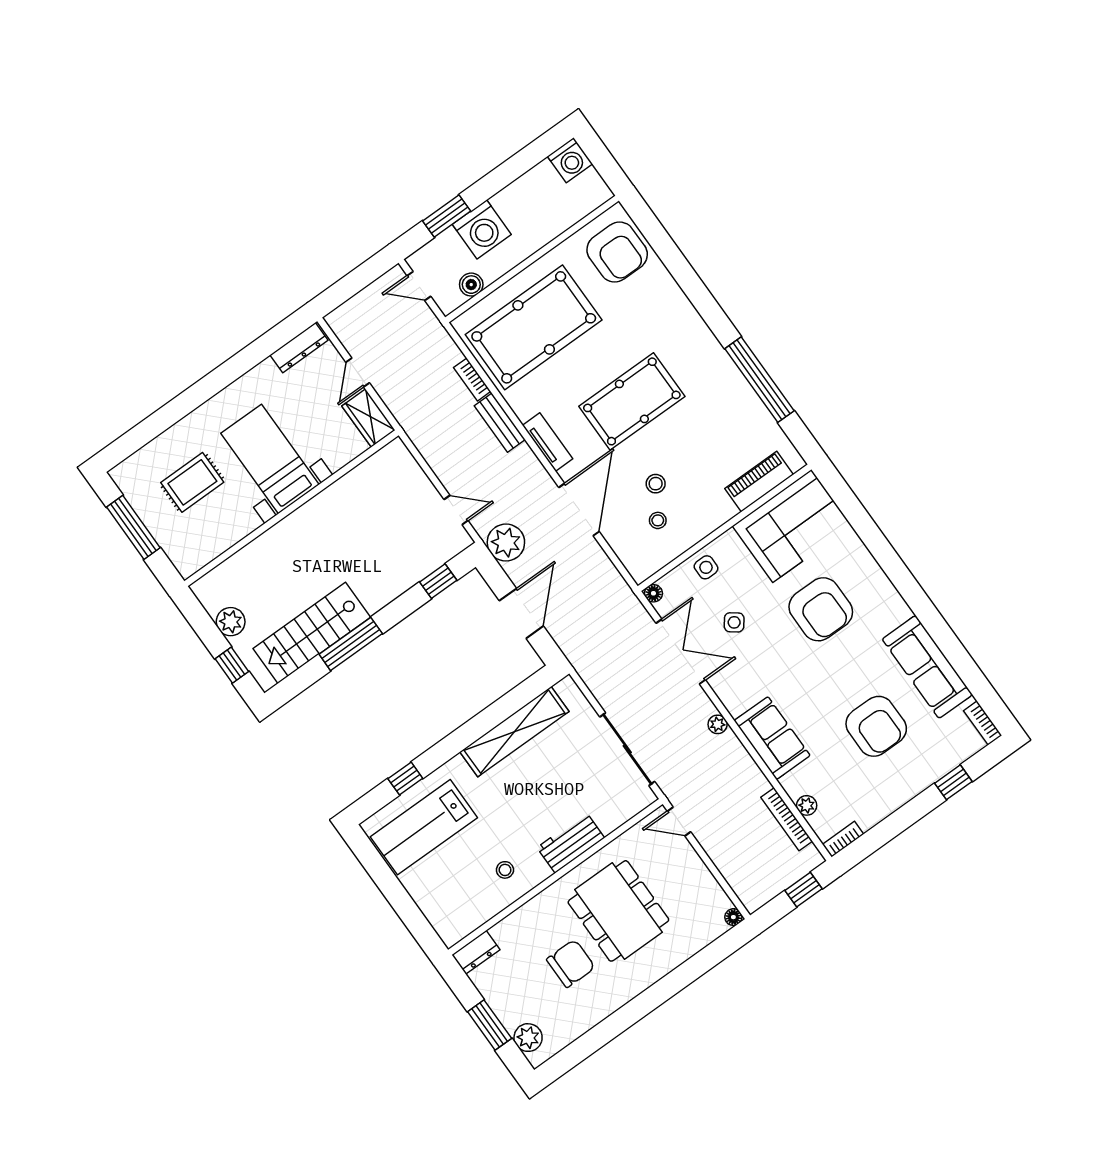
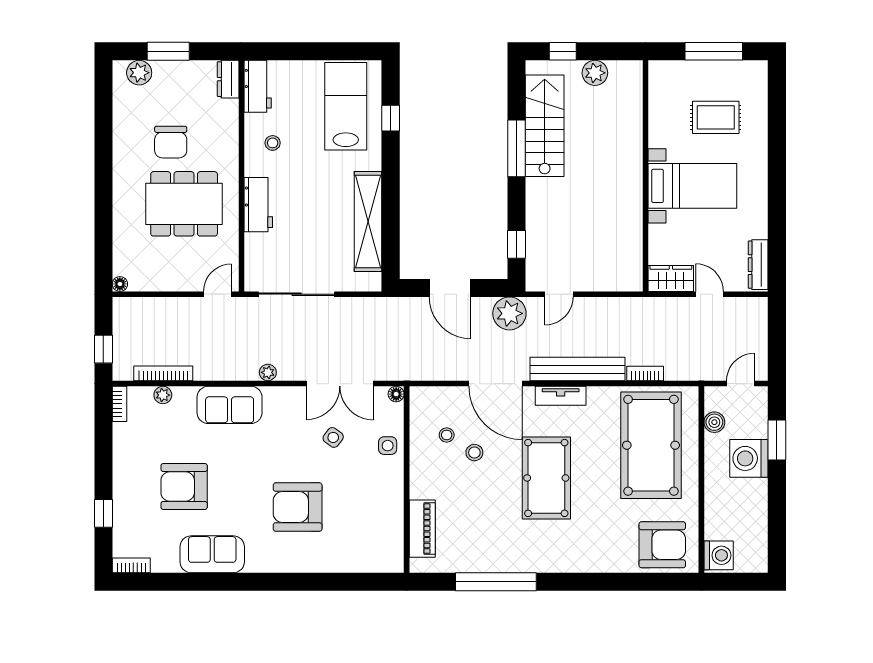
washing machine: (570, 160) -> (719, 555), moved, turned 180
armchair: (617, 252) -> (662, 545), turned 180
bench: (500, 423) -> (578, 369), width x1.86, depth x1.21
rug: (192, 482) -> (716, 117), turned 90
corner sofa: (792, 526) -> (373, 529), removed
sofa: (927, 667) -> (212, 554), width x0.73
workbench: (463, 921) -> (258, 86), added

